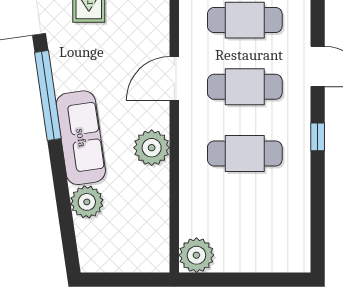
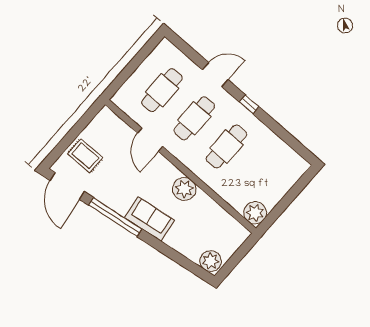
door: (174, 78) -> (150, 140), moved
sofa: (81, 138) -> (150, 219), width x0.73
plant: (87, 202) -> (211, 261), moved

